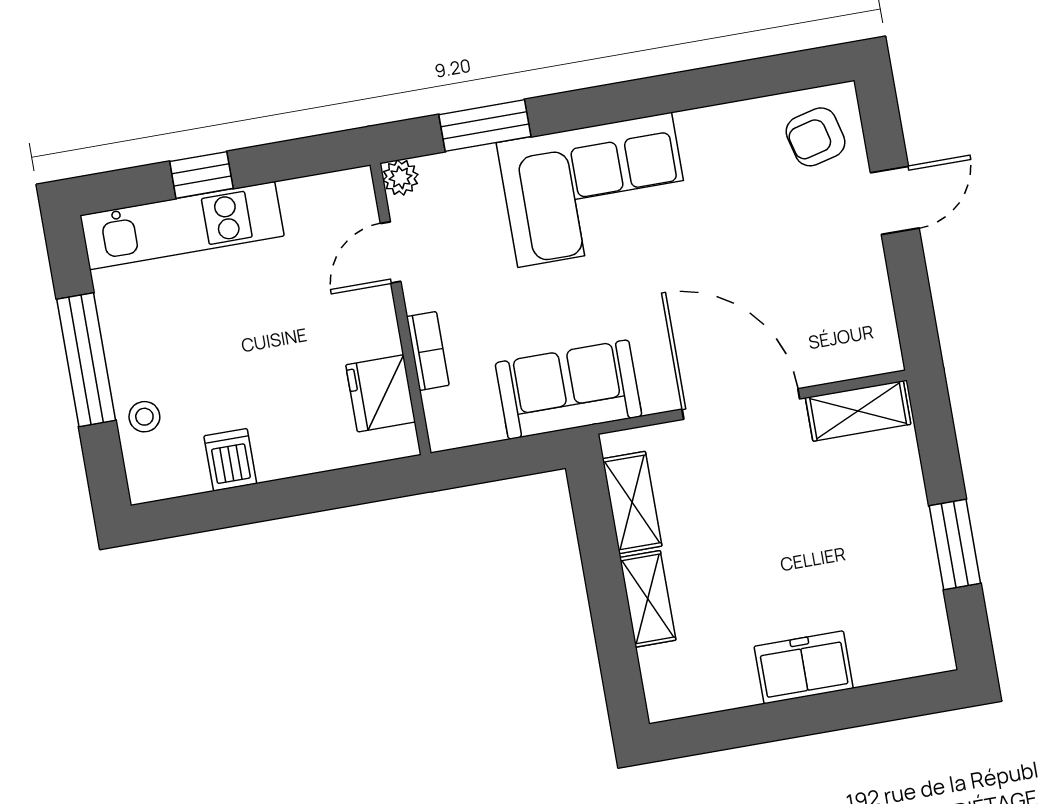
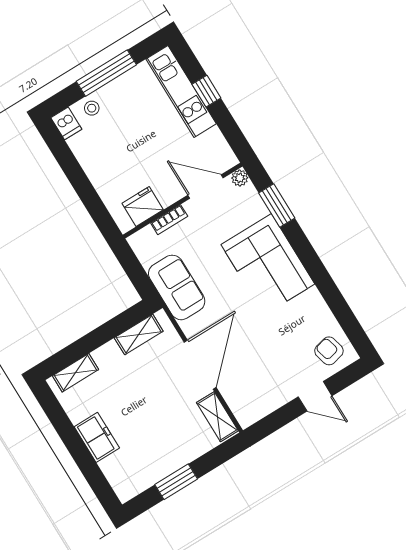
door: (391, 252) -> (205, 187), width x1.38
dishwasher: (230, 460) -> (66, 123), moved, turned 90
shelving: (648, 599) -> (76, 373), moved

